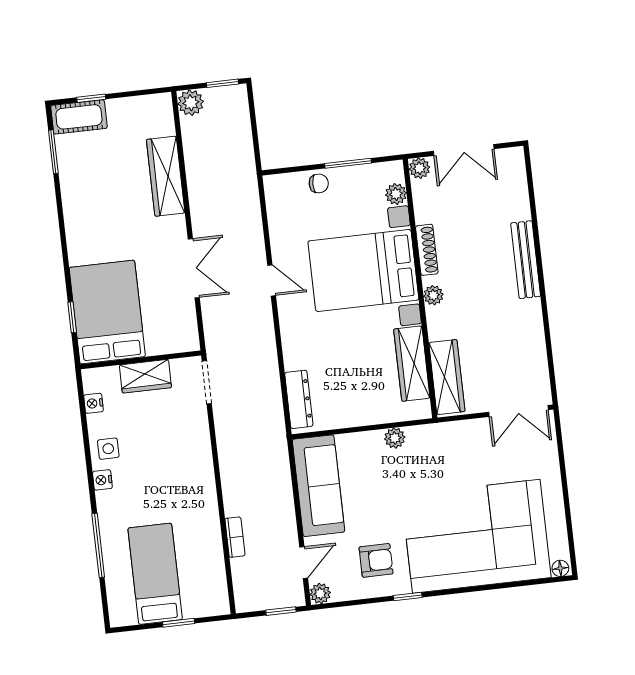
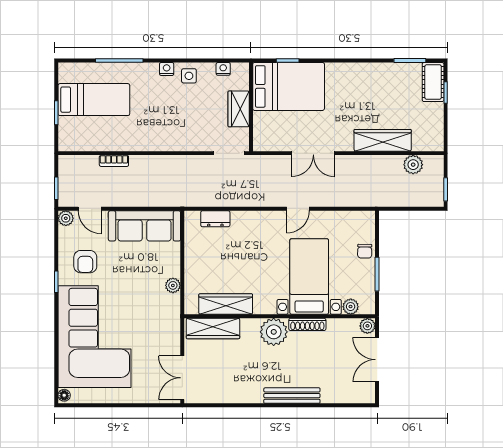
plant: (191, 103) -> (413, 165), moved
bed with nightstands: (363, 270) -> (309, 276), width x0.73
plant: (433, 295) -> (274, 332), width x1.88, depth x1.88
dresser: (299, 399) -> (215, 219), width x0.70

